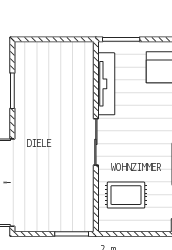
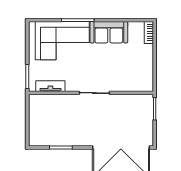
tv unit: (106, 84) -> (50, 86), width x0.71
rug: (126, 195) -> (129, 73), removed

